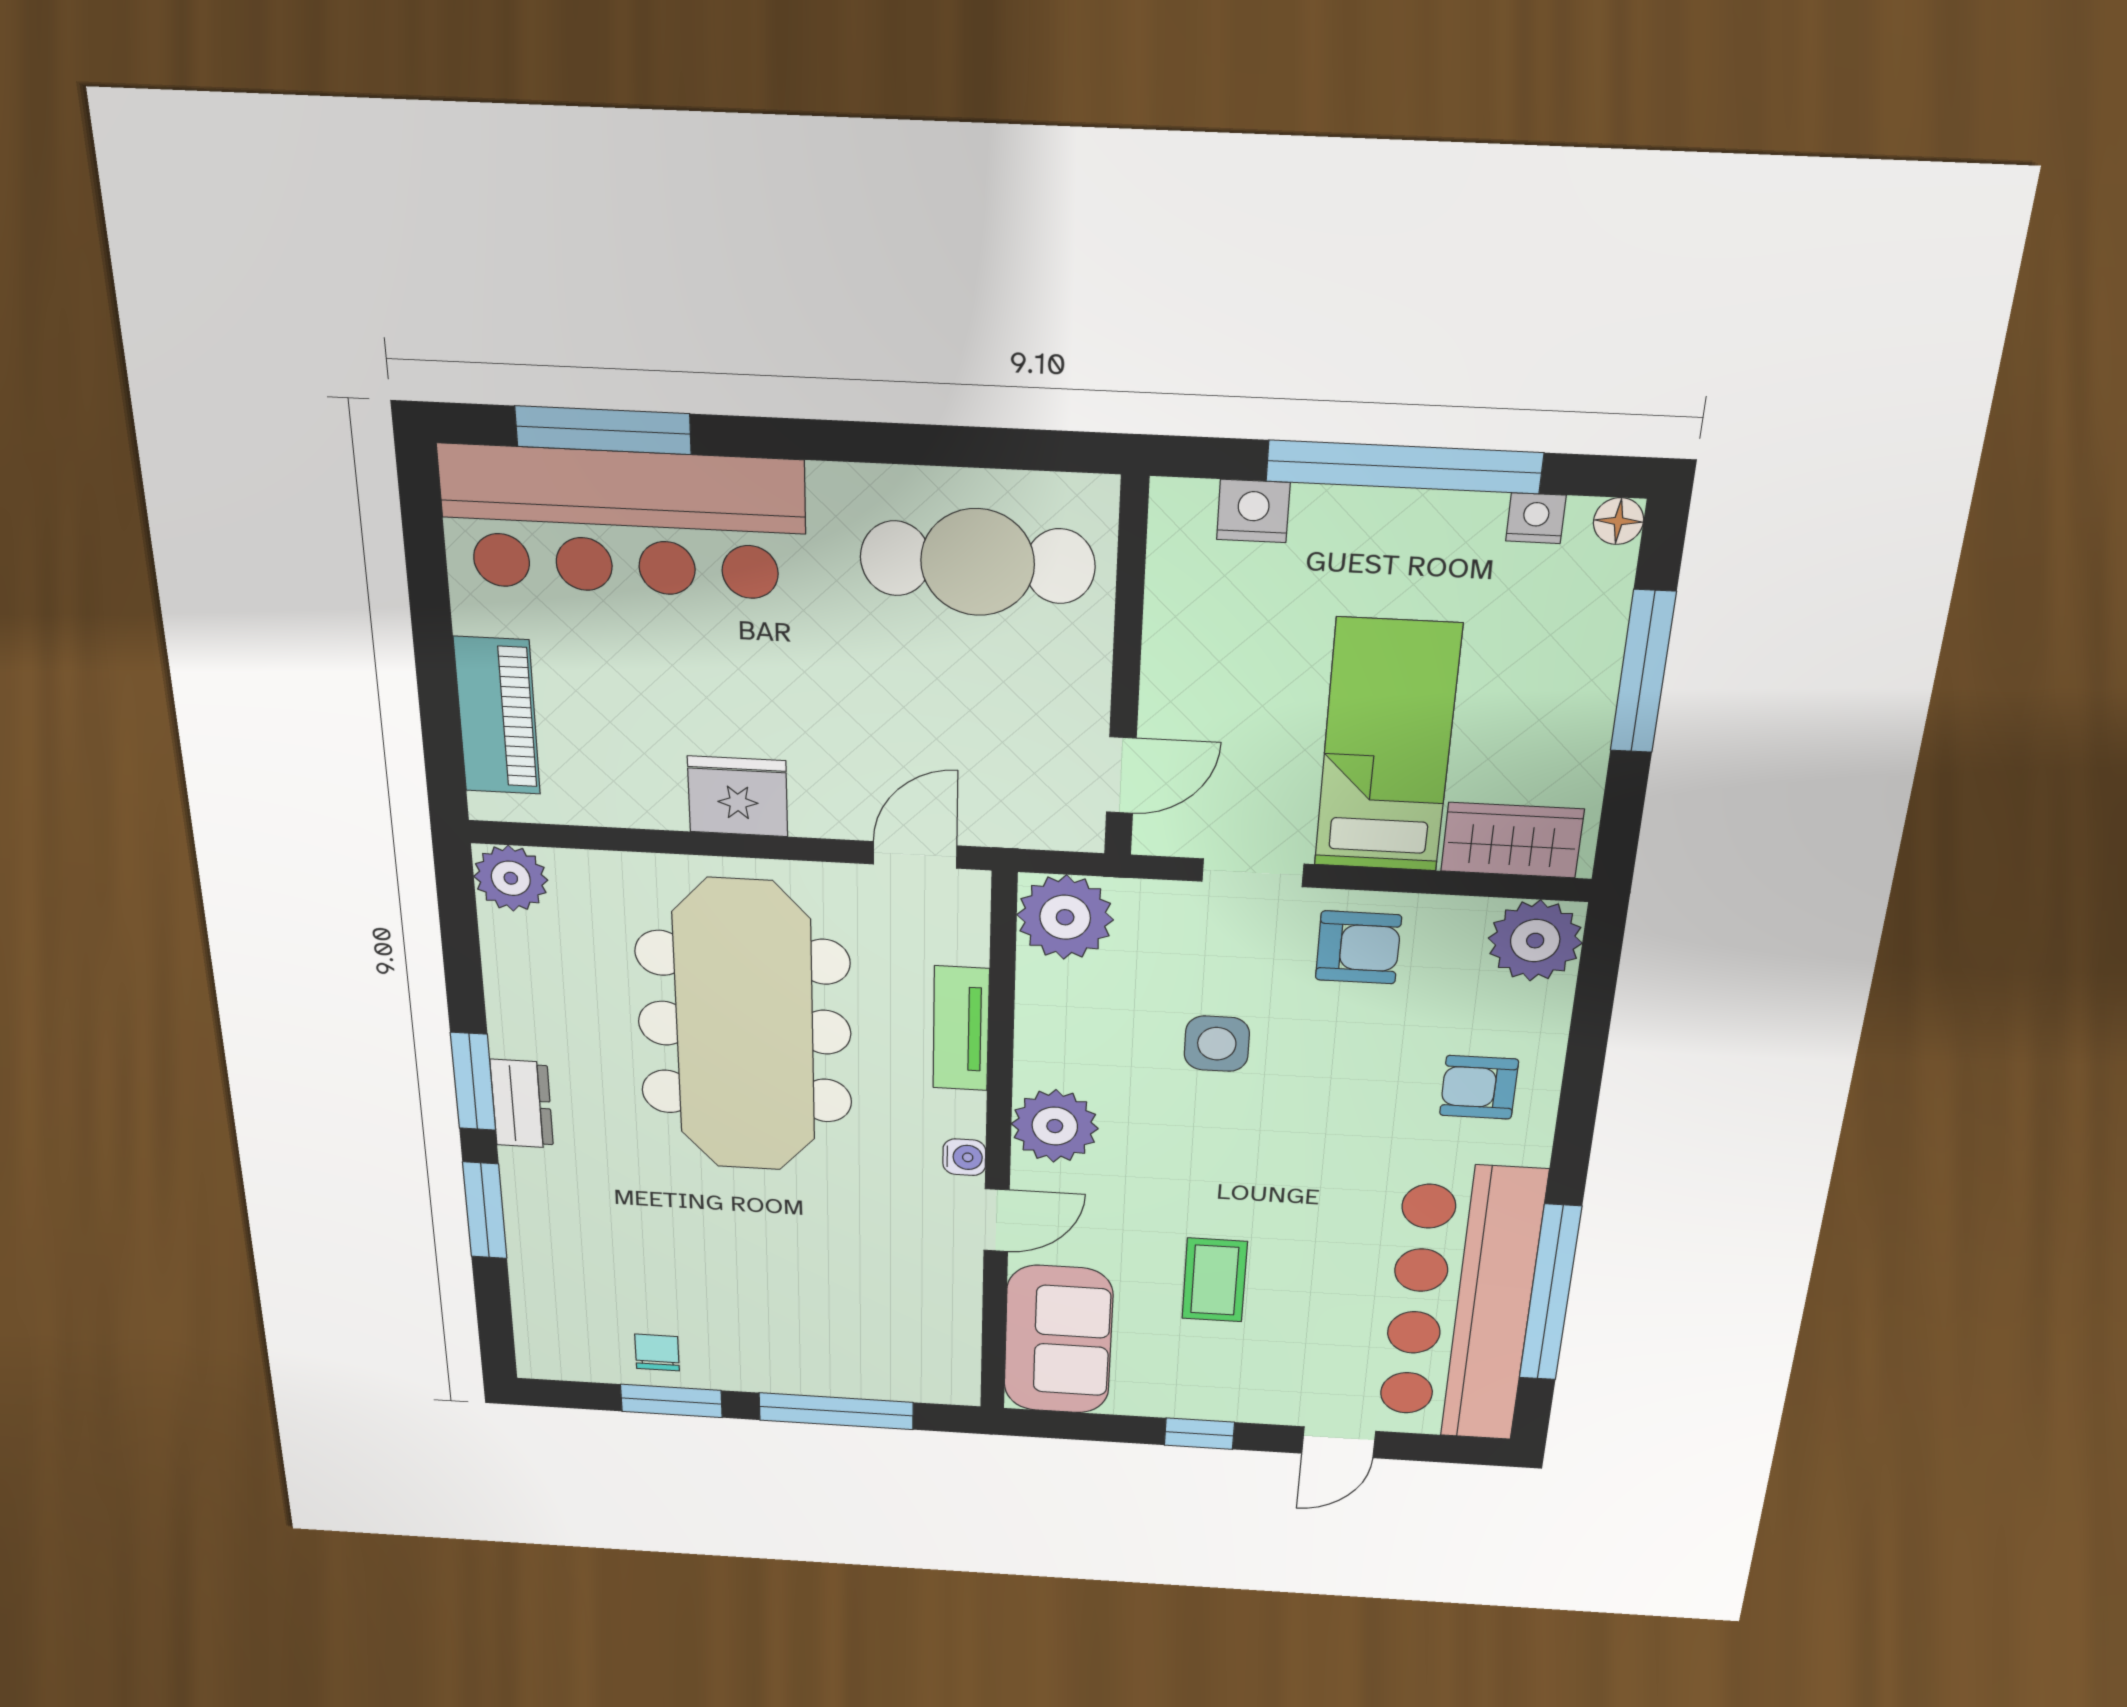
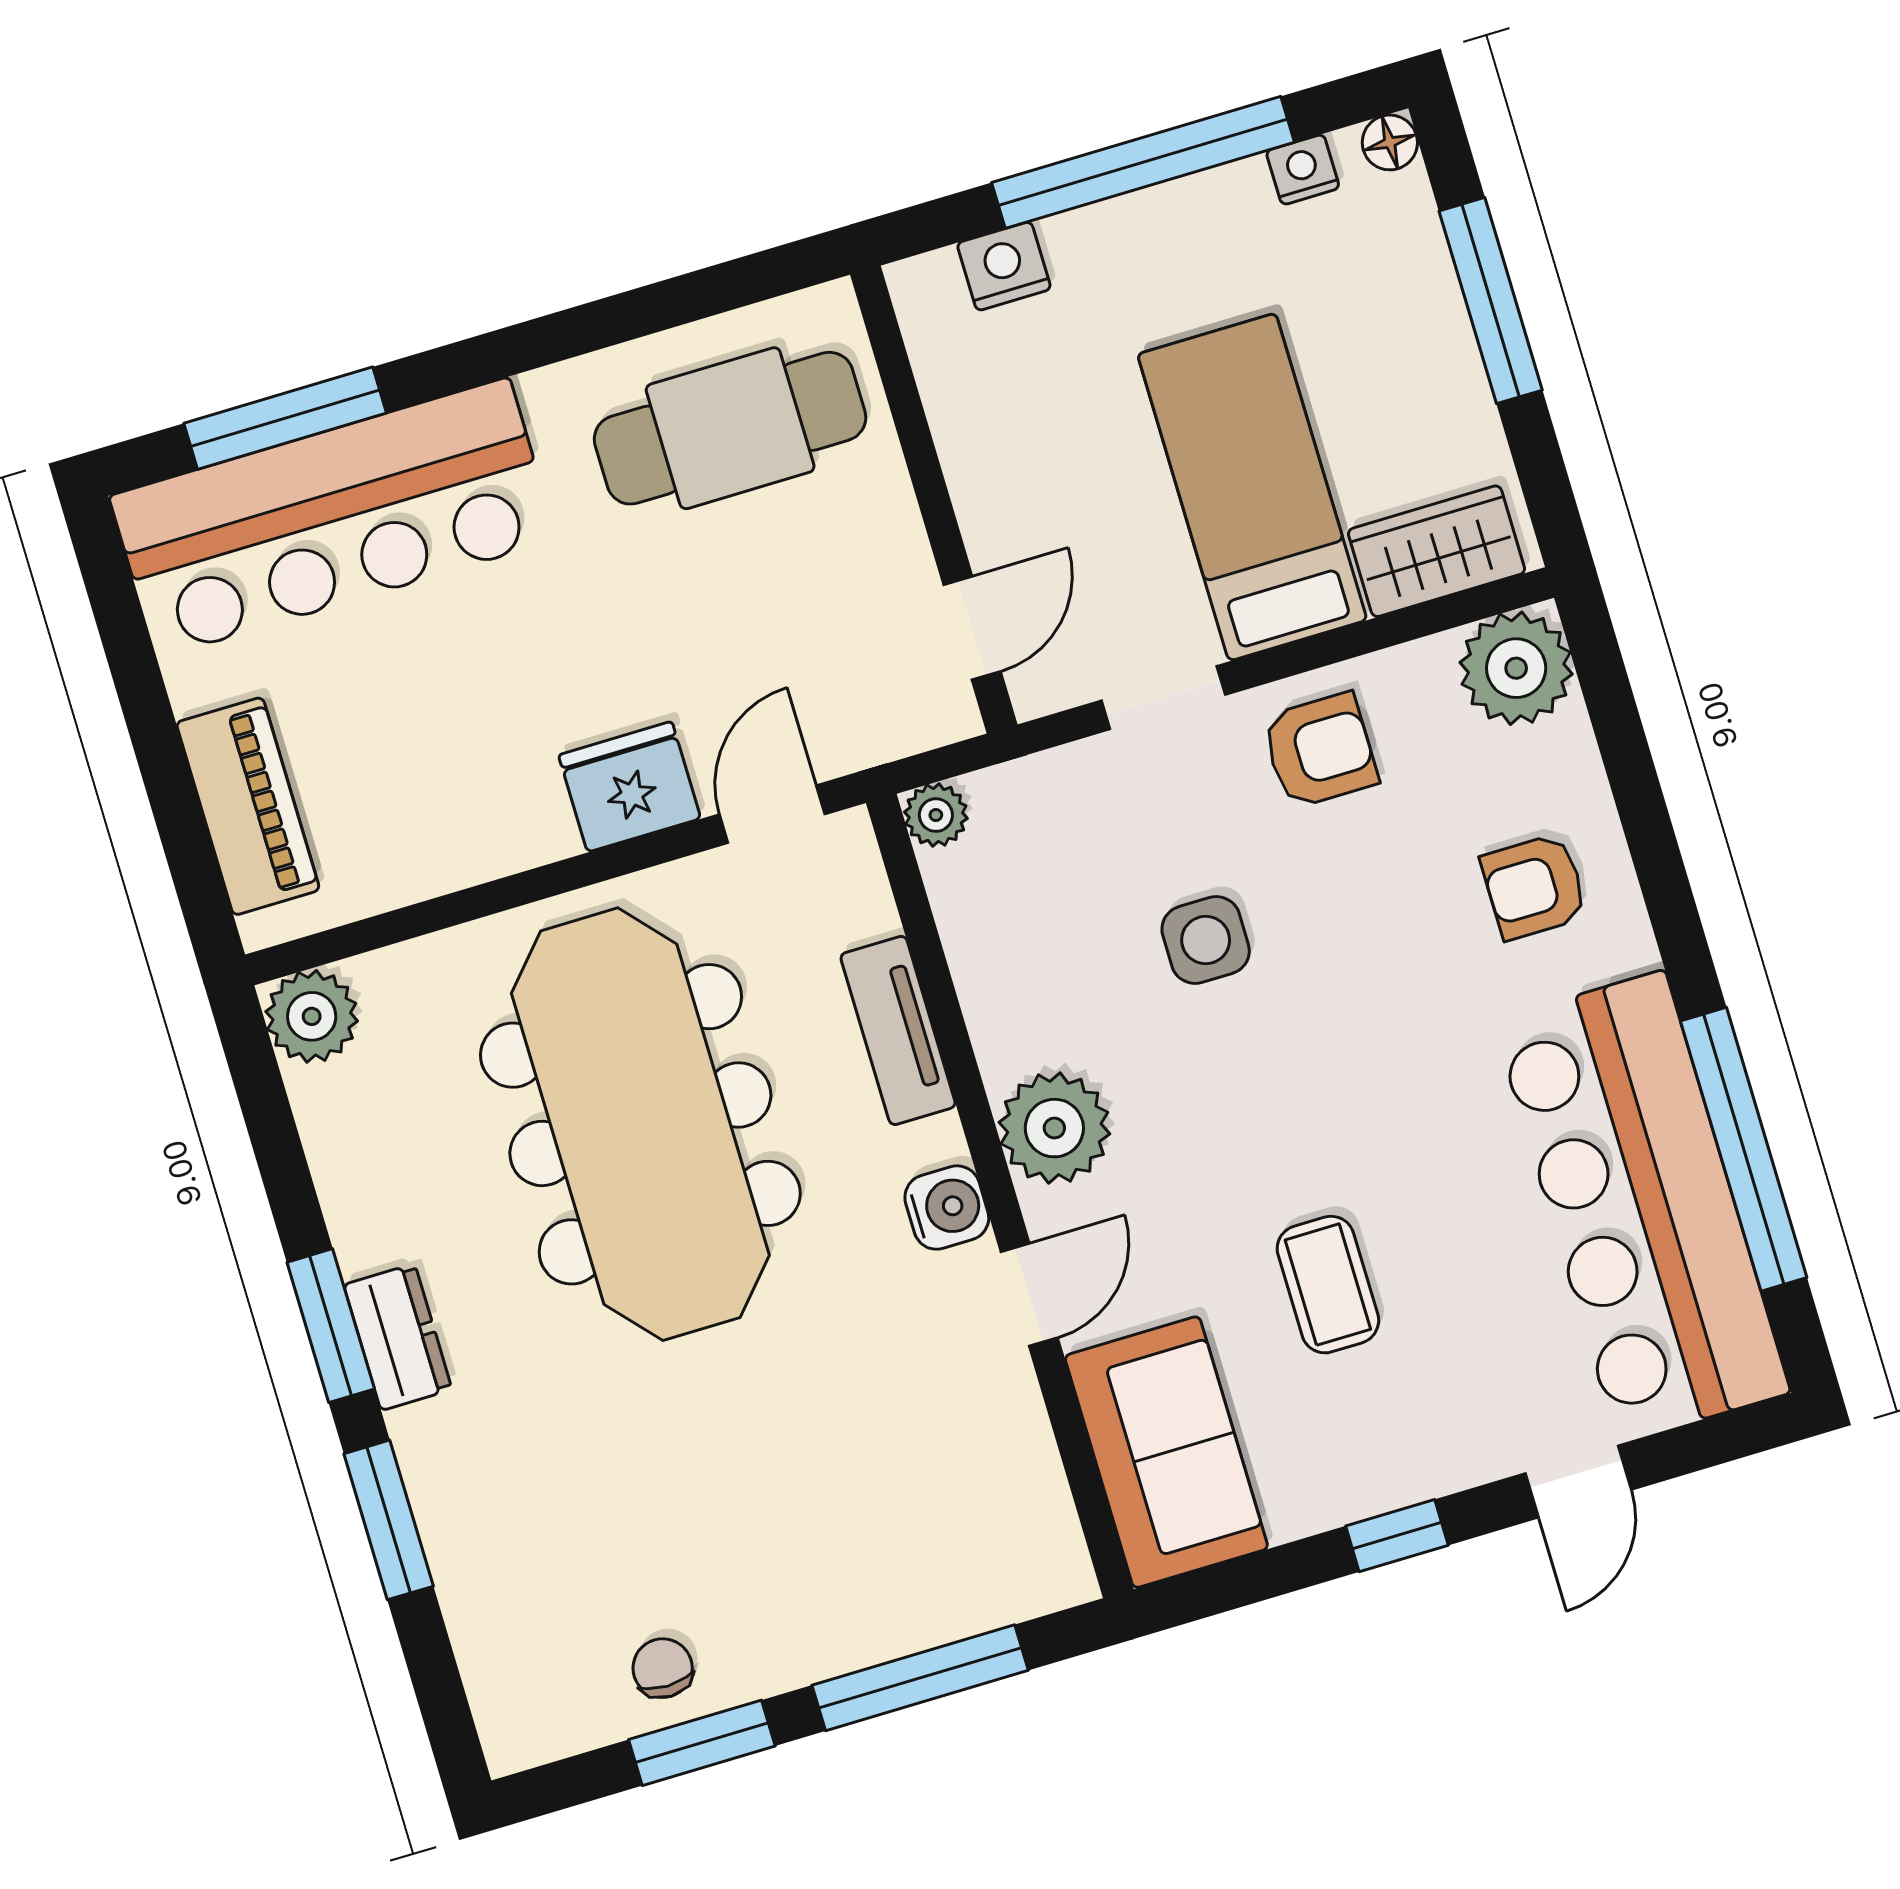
fridge: (738, 796) -> (630, 787), moved
plant: (1065, 917) -> (936, 815), width x0.53, depth x0.53
water cooler: (964, 1157) -> (947, 1208), width x1.38, depth x1.38

